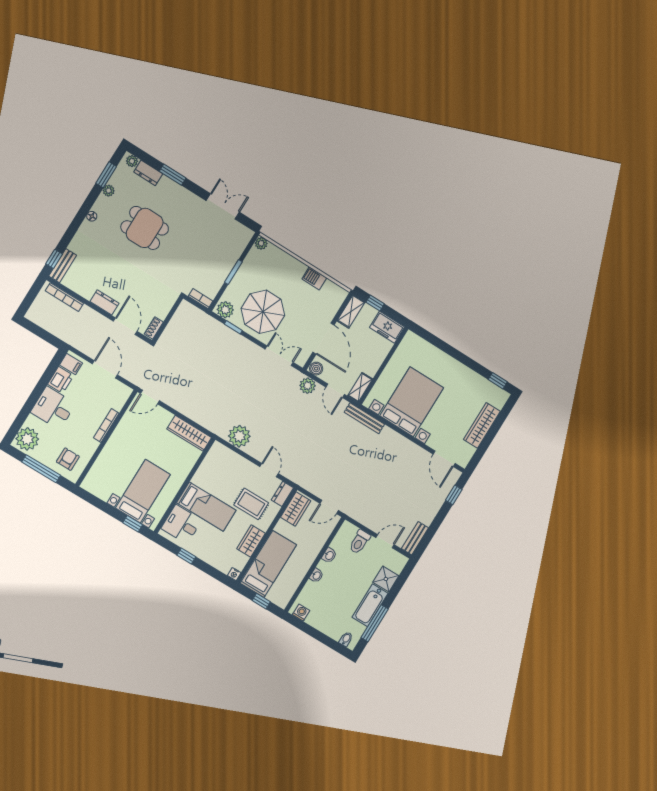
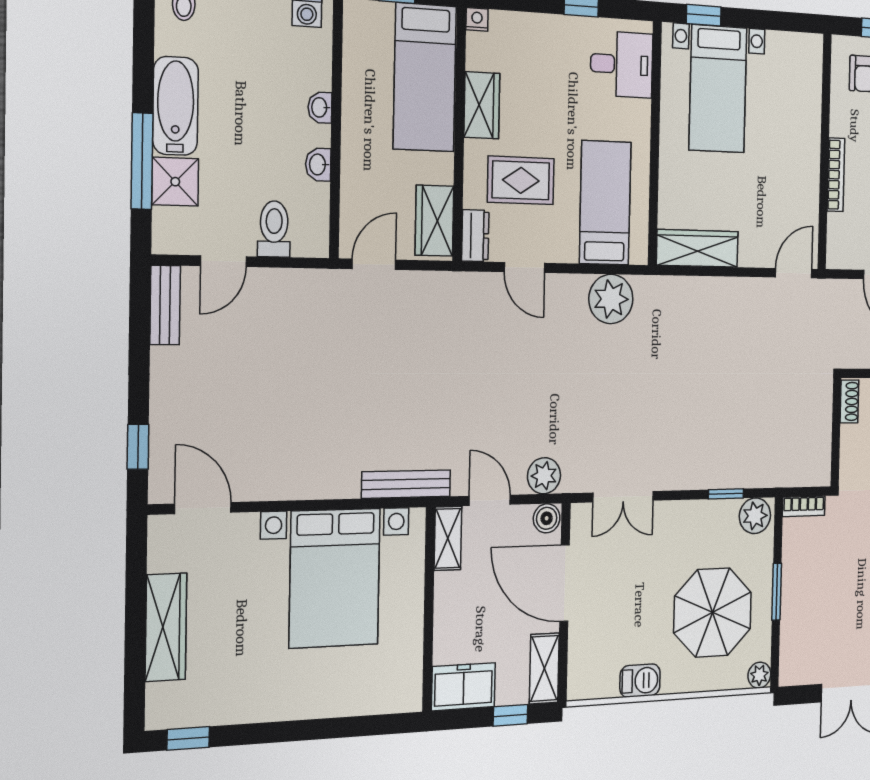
parasol: (263, 312) -> (713, 612), moved
bed: (206, 507) -> (605, 203), moved, turned 90
window: (375, 623) -> (142, 161), moved

